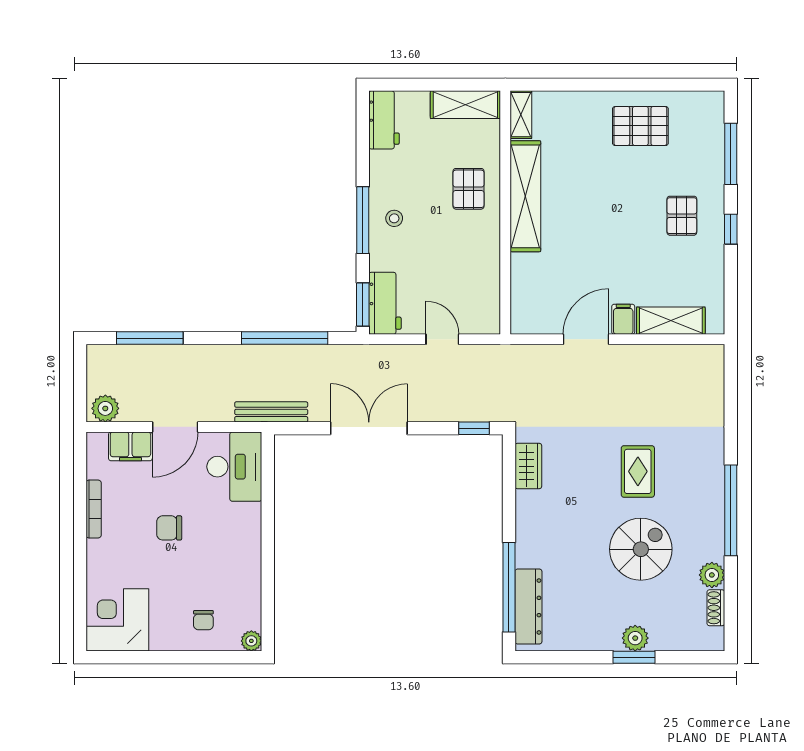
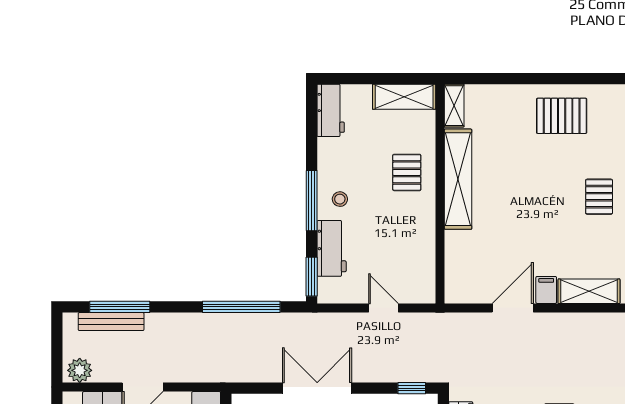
workbench: (385, 303) -> (332, 248), moved
bench: (271, 412) -> (111, 322), moved

